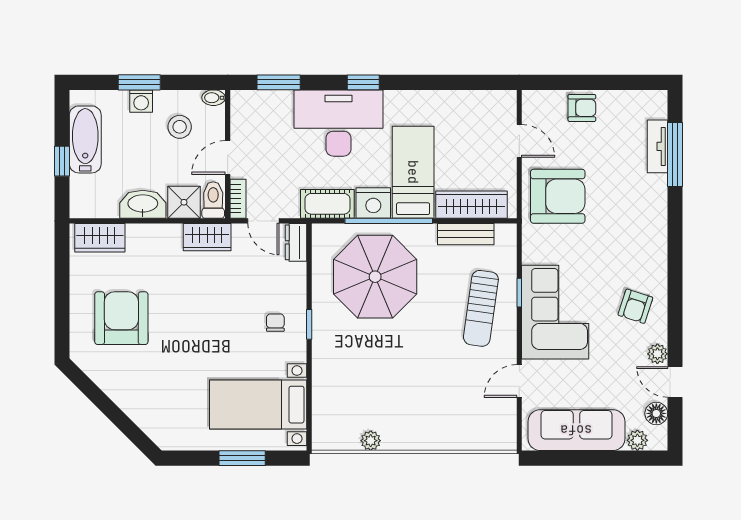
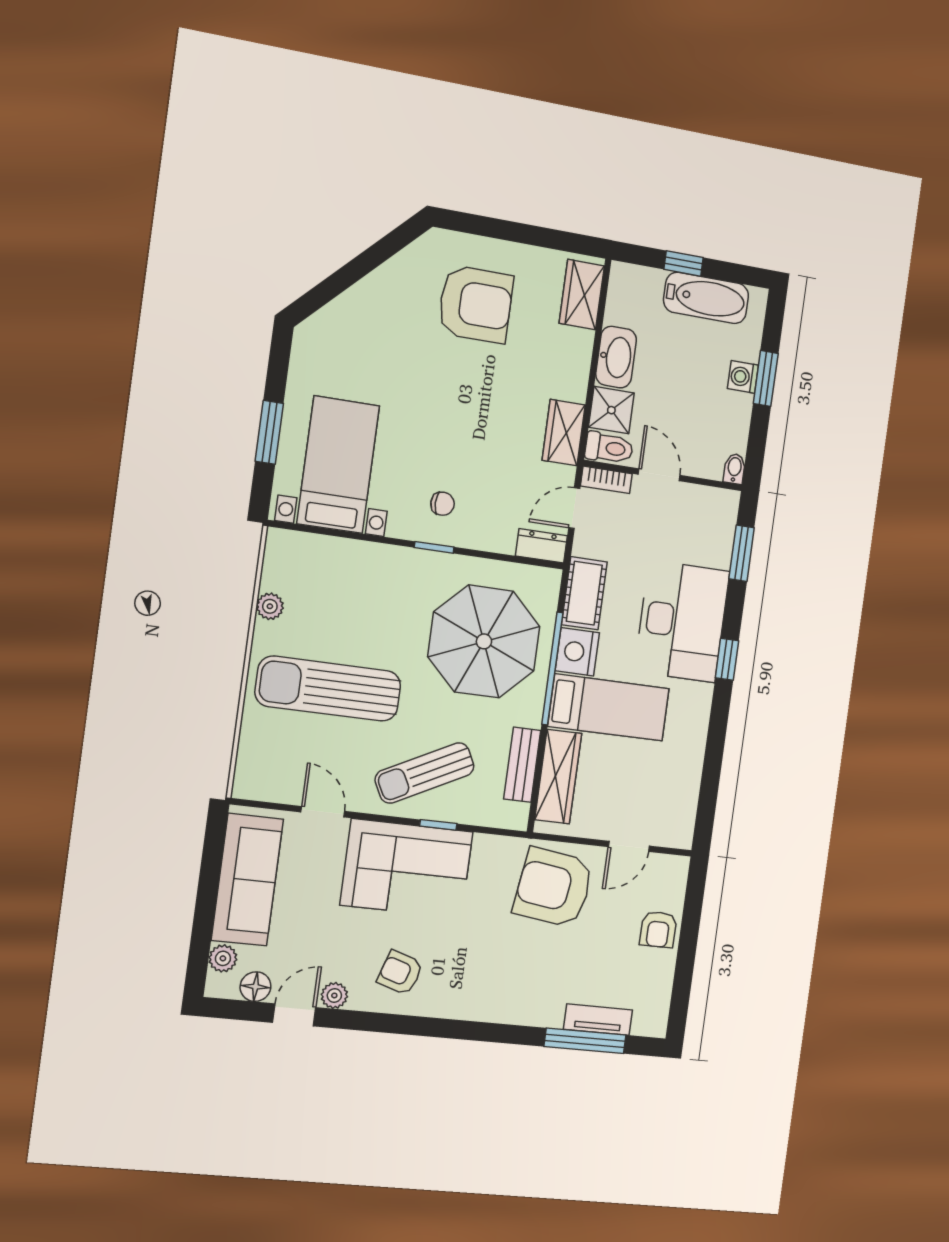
stool: (180, 127) -> (705, 420), removed
armchair: (558, 196) -> (554, 887), turned 98
sun lounger: (481, 308) -> (425, 773), turned -35
sun lounger: (426, 390) -> (328, 689), added

